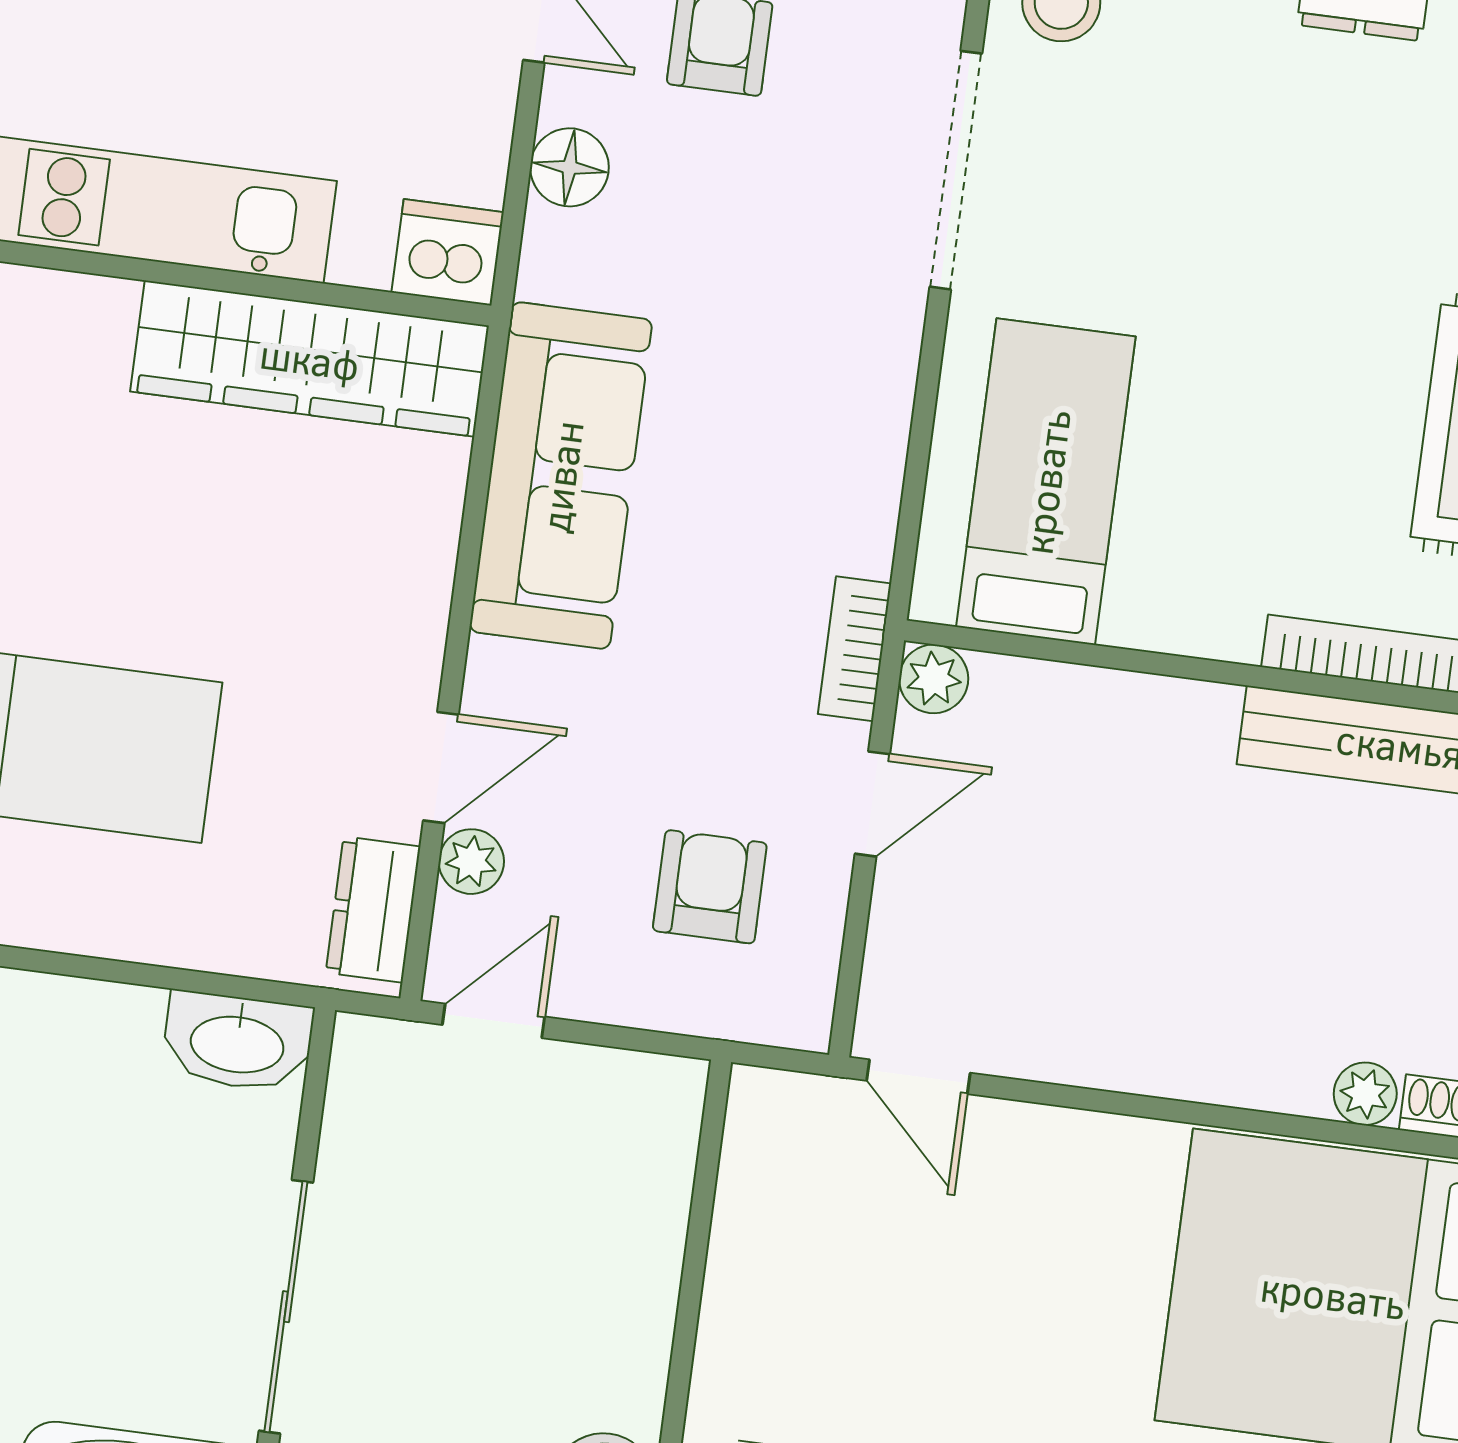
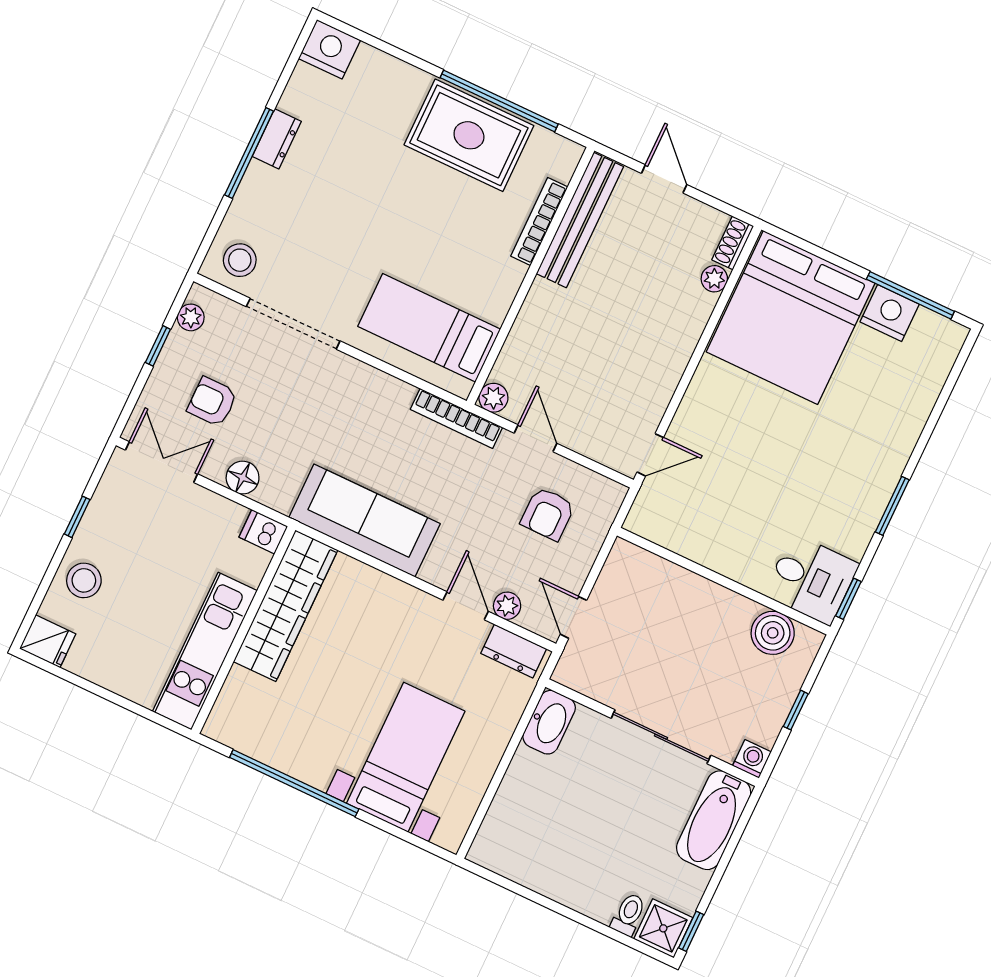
dishwasher: (448, 252) -> (263, 532), width x0.73
bookcase: (855, 649) -> (456, 418), width x1.56
armchair: (710, 887) -> (548, 514), turned -90

